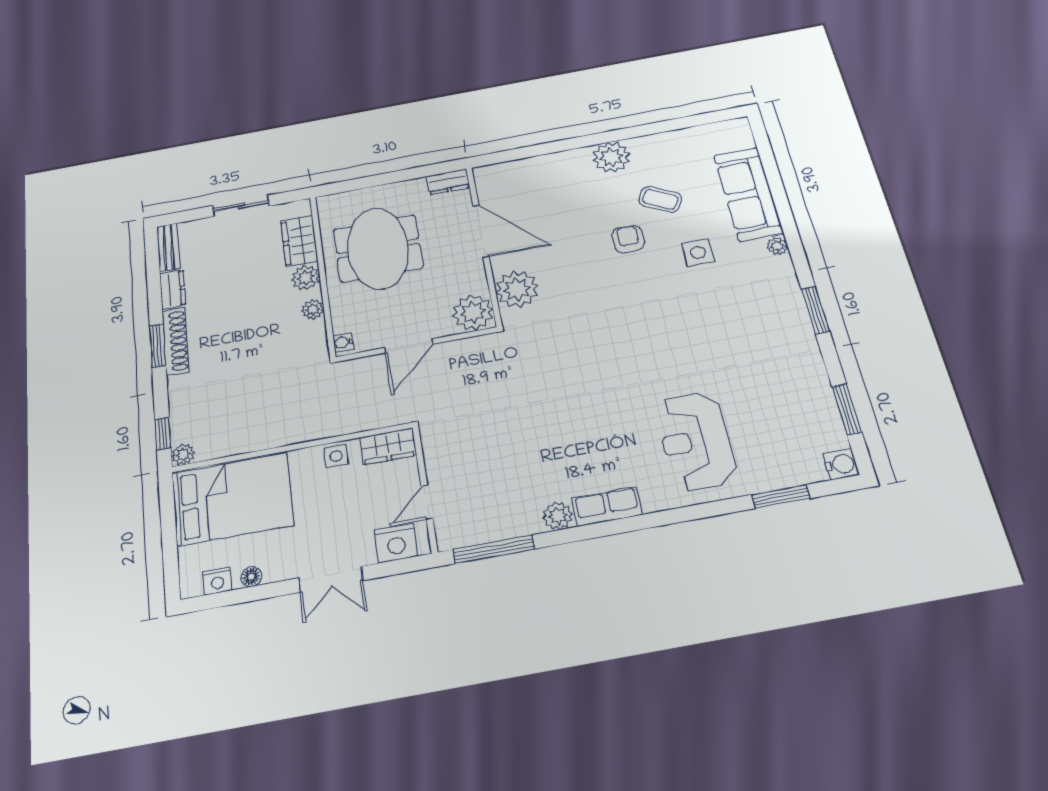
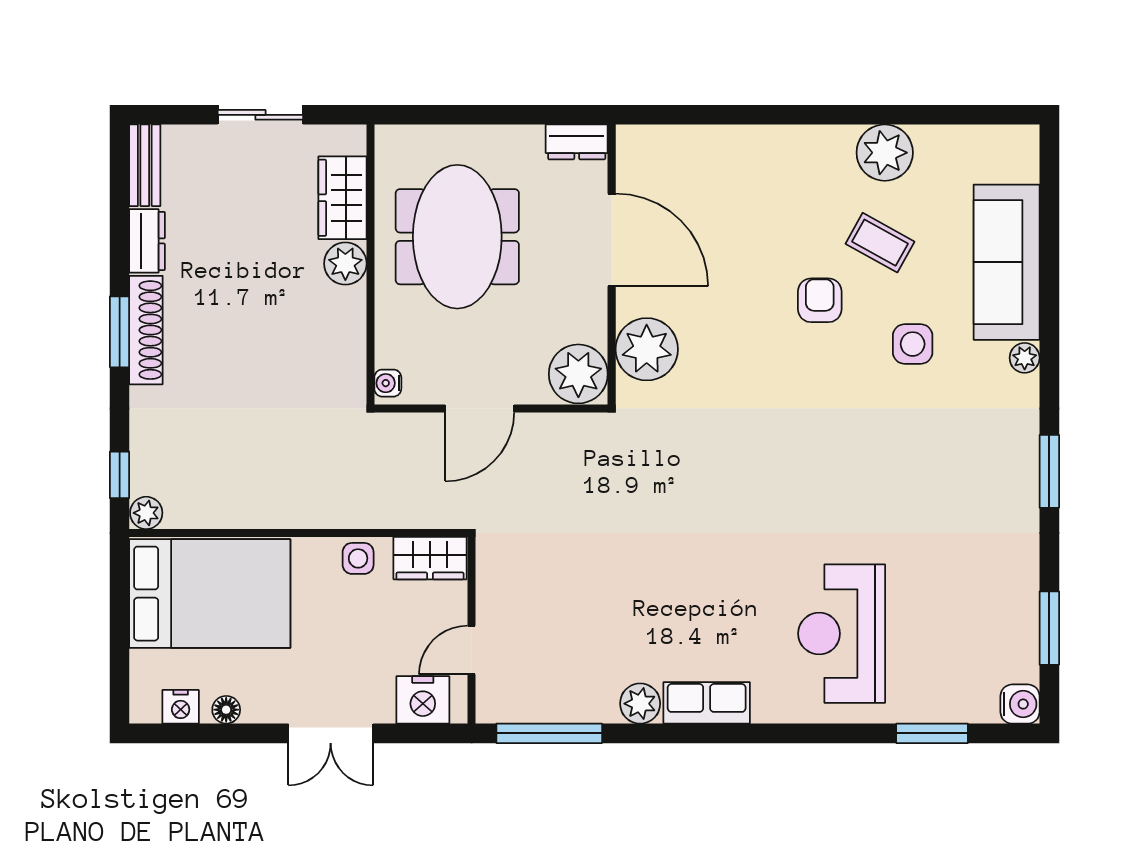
plant: (611, 157) -> (885, 153), moved
plant: (313, 309) -> (350, 320), removed

